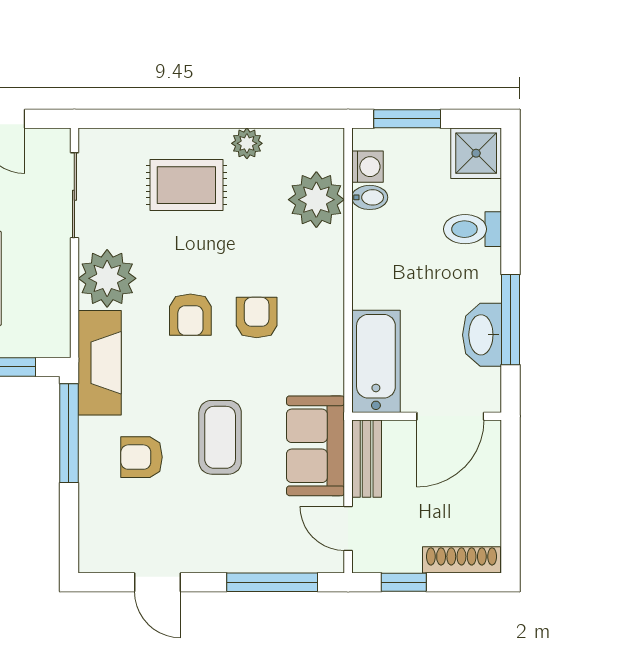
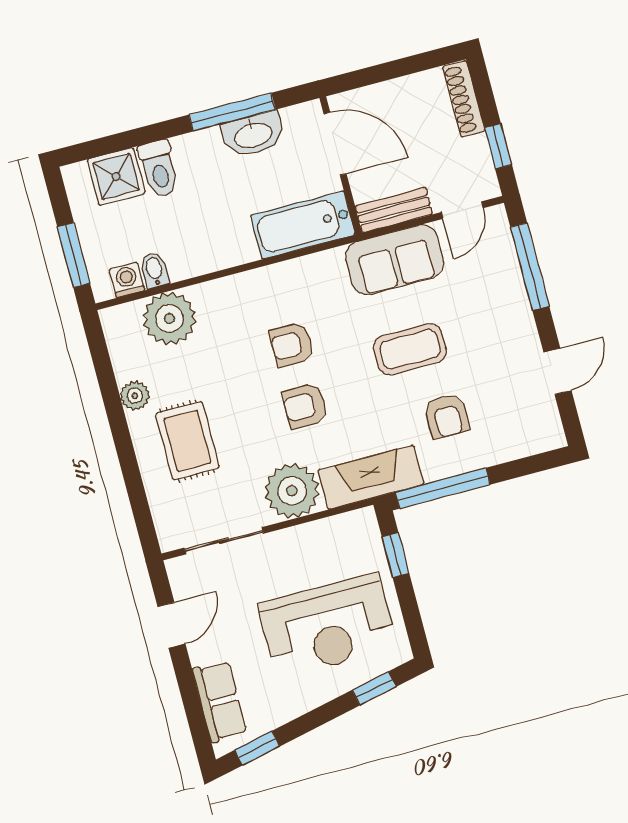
shower: (476, 153) -> (116, 176), moved
armchair: (190, 315) -> (305, 406), turned 180

